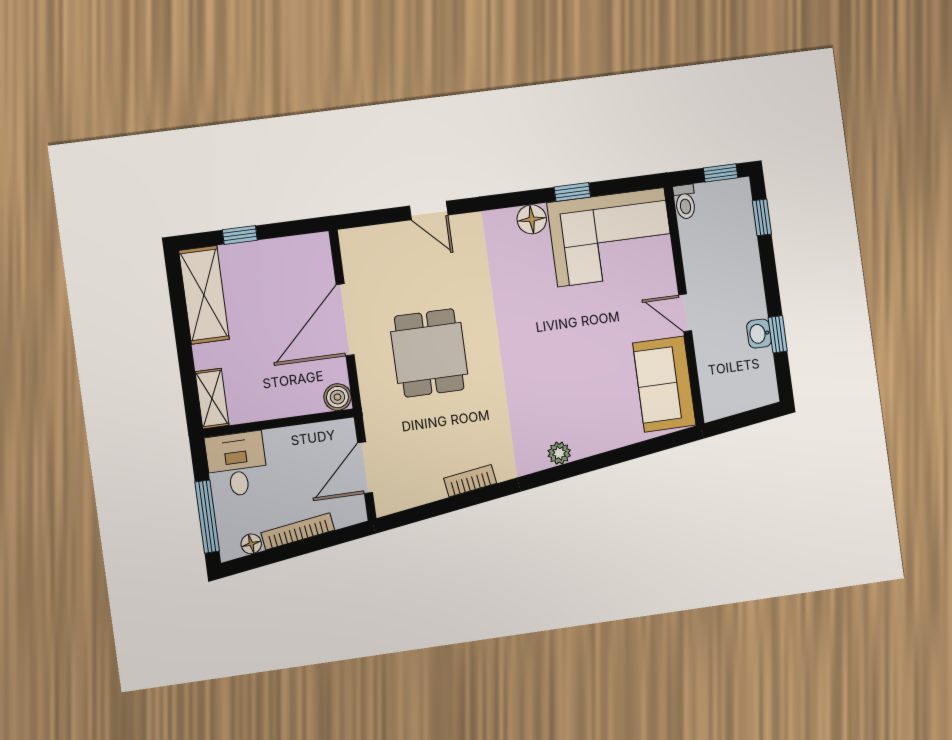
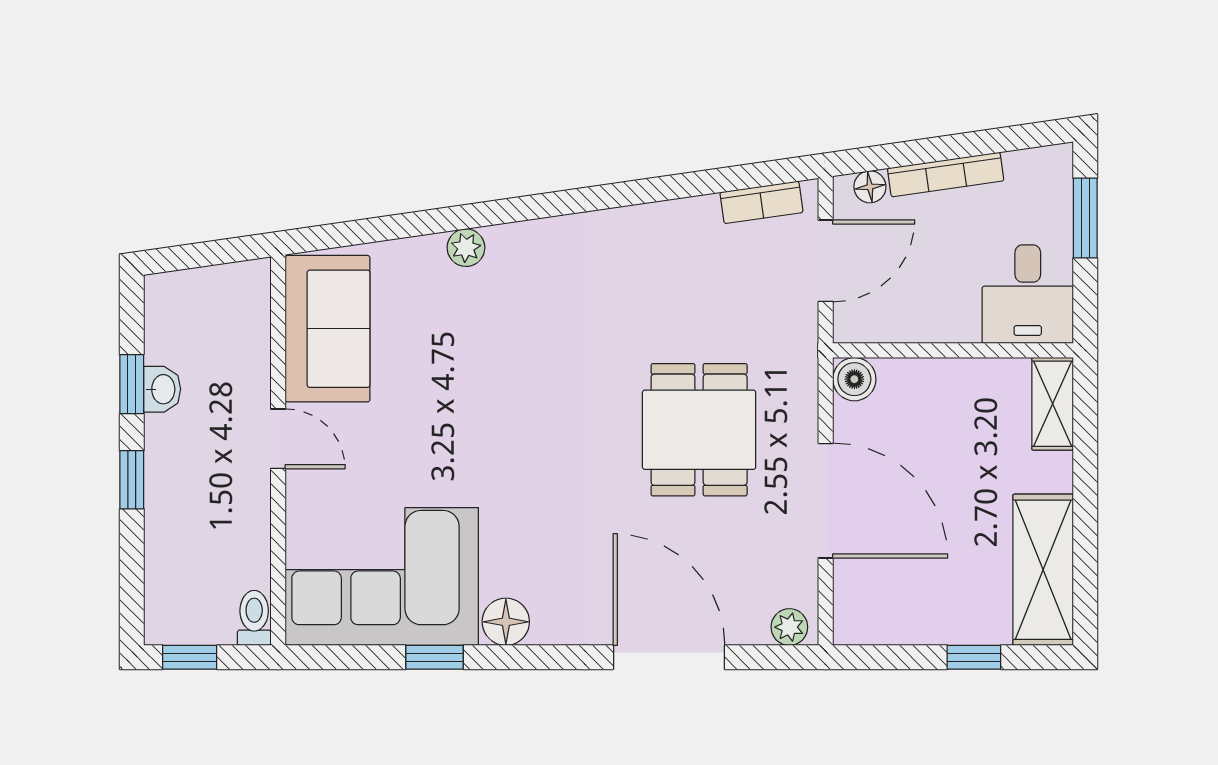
door: (429, 211) -> (669, 657), width x1.88
window: (762, 217) -> (132, 480), moved
plant: (357, 239) -> (789, 627), added
door: (345, 320) -> (826, 501), hinge flipped
plant: (559, 453) -> (466, 248), moved
bookcase: (470, 481) -> (761, 202), moved
window: (207, 517) -> (1085, 218), width x0.69
floor lamp: (251, 544) -> (870, 187), moved

